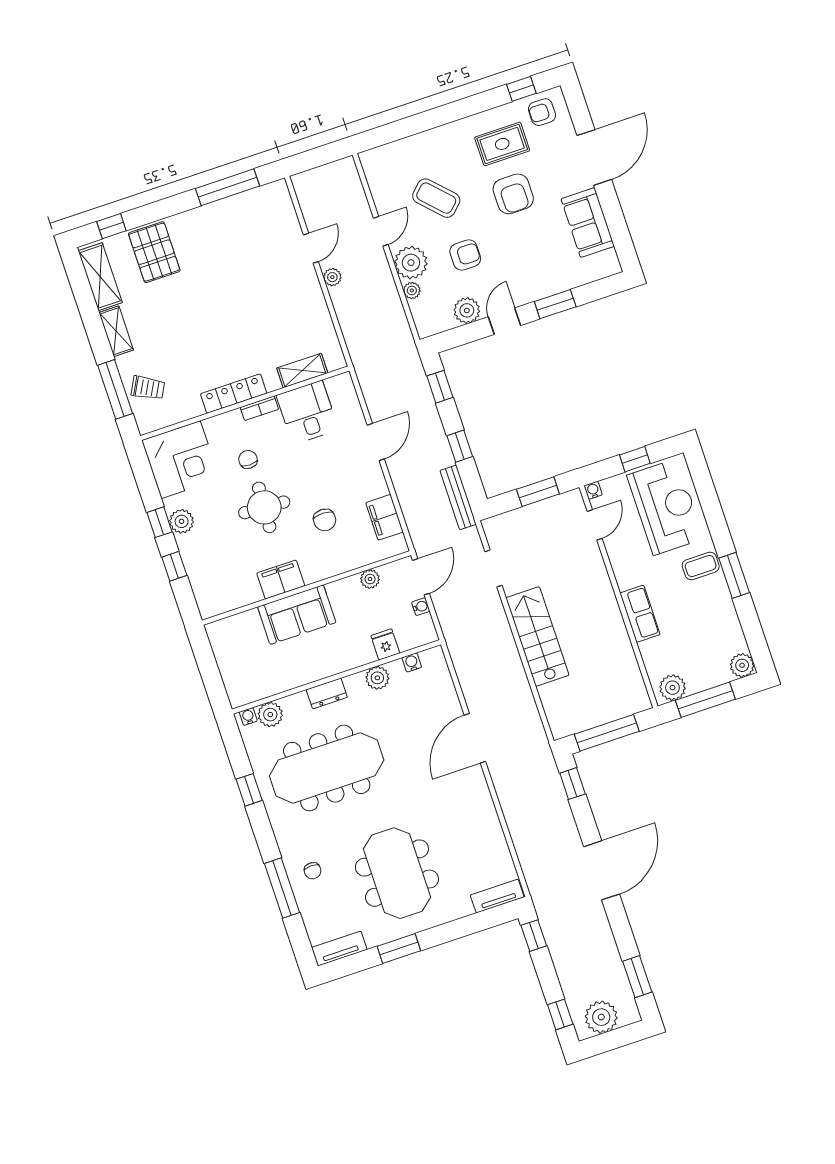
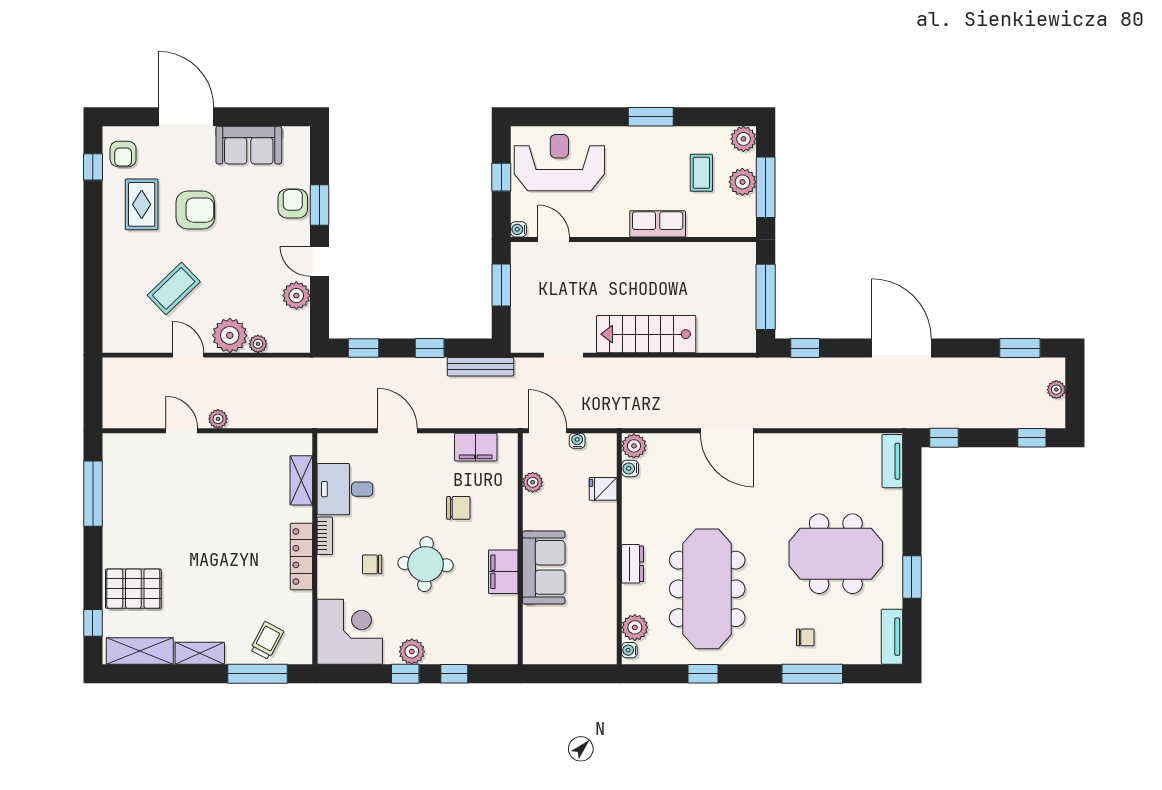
armchair: (465, 255) -> (293, 203), moved
coffee table: (701, 566) -> (701, 173), moved
plant: (377, 678) -> (634, 446), moved
plant: (672, 688) -> (742, 182), moved
plant: (601, 1017) -> (1056, 390), width x0.53, depth x0.53

